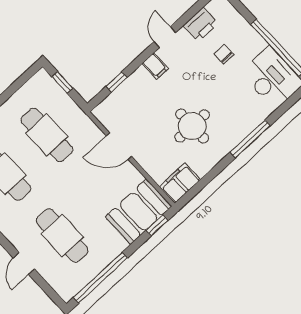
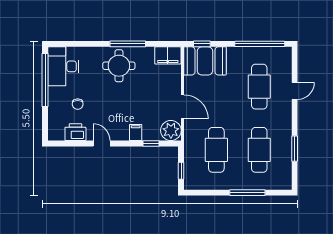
door: (165, 37) -> (102, 143), swing flipped
filing cabinet: (155, 66) -> (136, 133), moved
plant: (109, 113) -> (171, 130), added
round table: (192, 126) -> (119, 66), moved
window: (250, 139) -> (128, 44), moved

